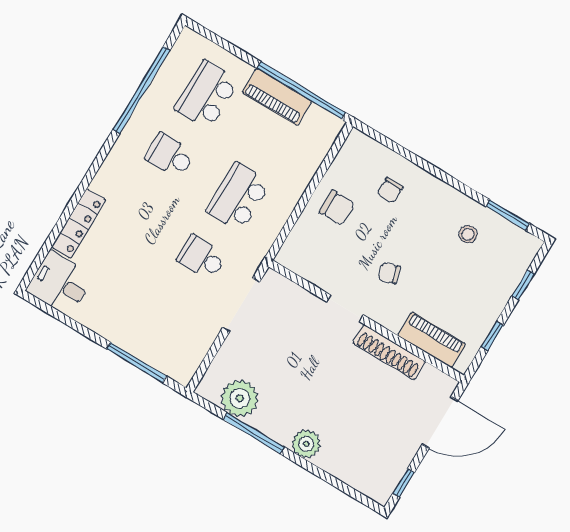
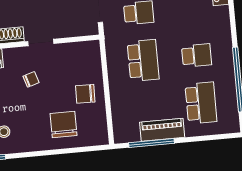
window: (301, 90) -> (152, 143), width x0.68
chair: (390, 190) -> (64, 124), width x1.87, depth x1.87

